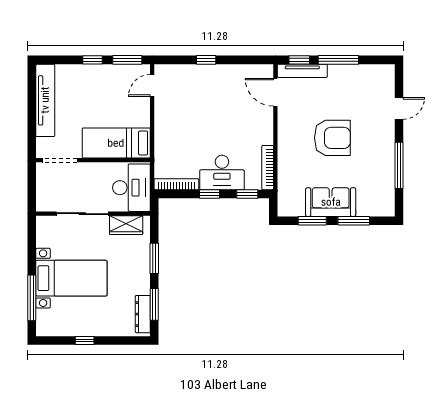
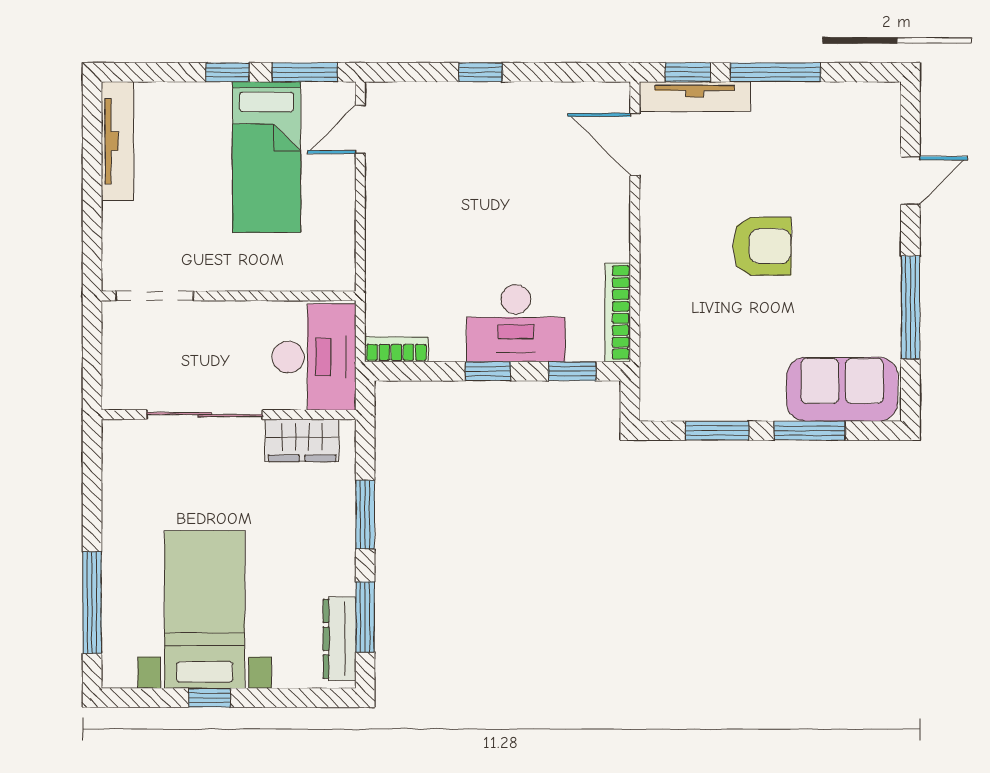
tv unit: (45, 100) -> (117, 141), width x0.73, depth x0.78
armchair: (332, 138) -> (762, 246), width x0.73, depth x0.73
bed: (116, 143) -> (267, 157), moved, turned -90
bookcase: (176, 184) -> (396, 349), width x0.64
sofa: (331, 202) -> (842, 389), moved
bed with nightstands: (71, 278) -> (205, 609), moved, turned -90

